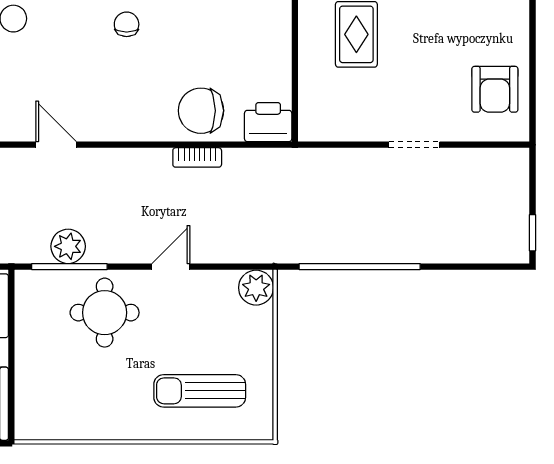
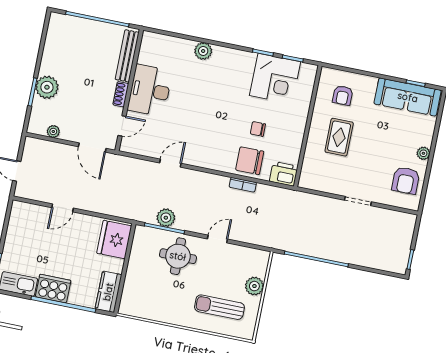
chair: (127, 24) -> (258, 129), moved, turned -90
plant: (517, 33) -> (423, 153), added
door: (56, 145) -> (170, 163), hinge flipped
plant: (256, 288) -> (254, 286), moved

